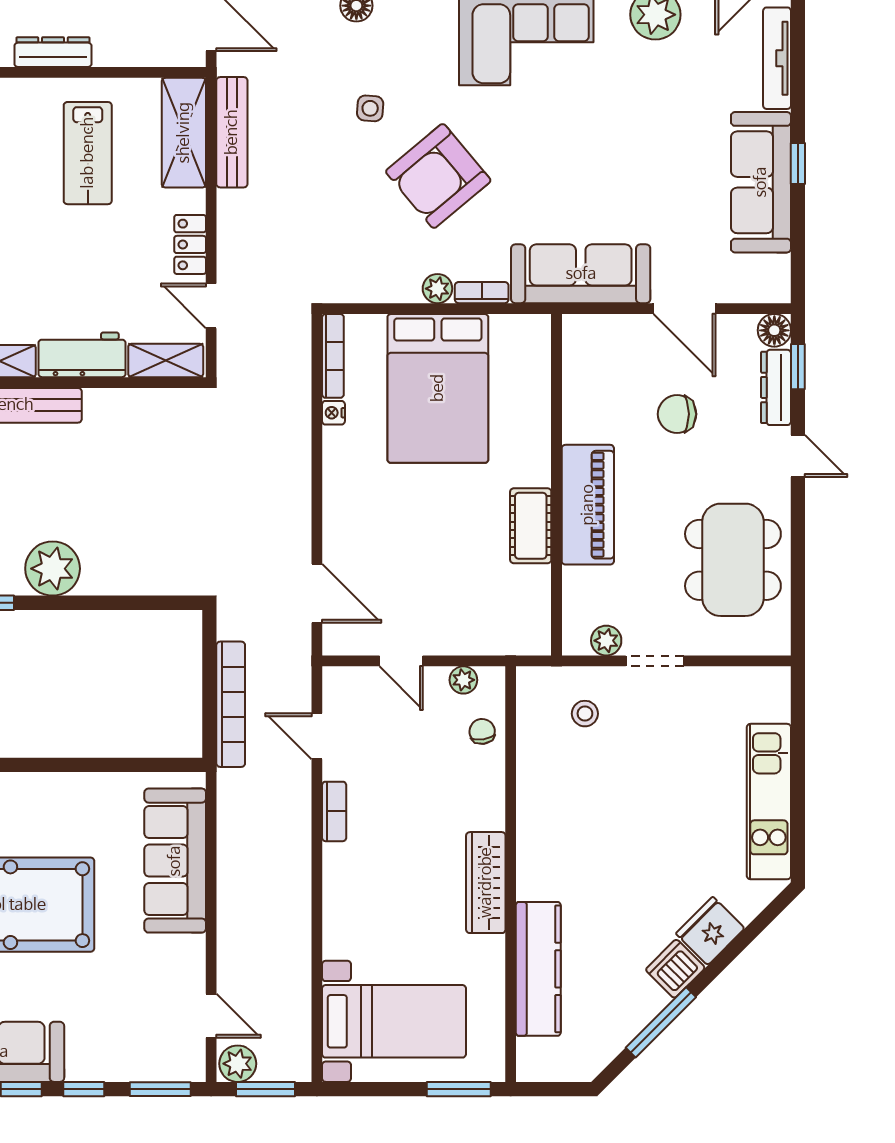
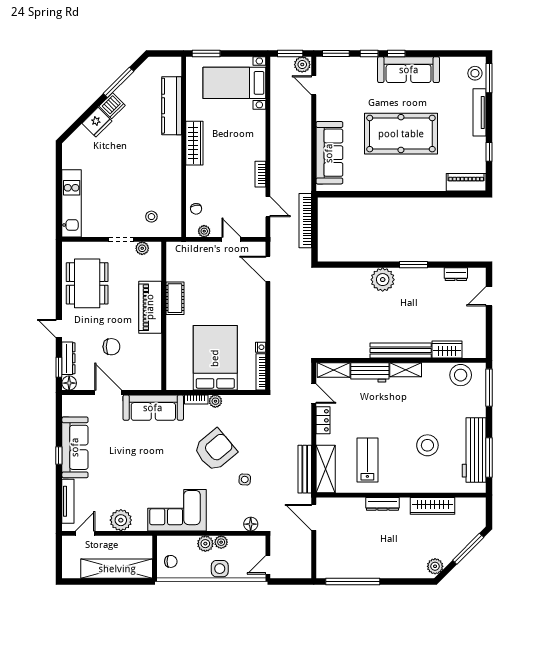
kitchen unit: (769, 802) -> (72, 203), moved

